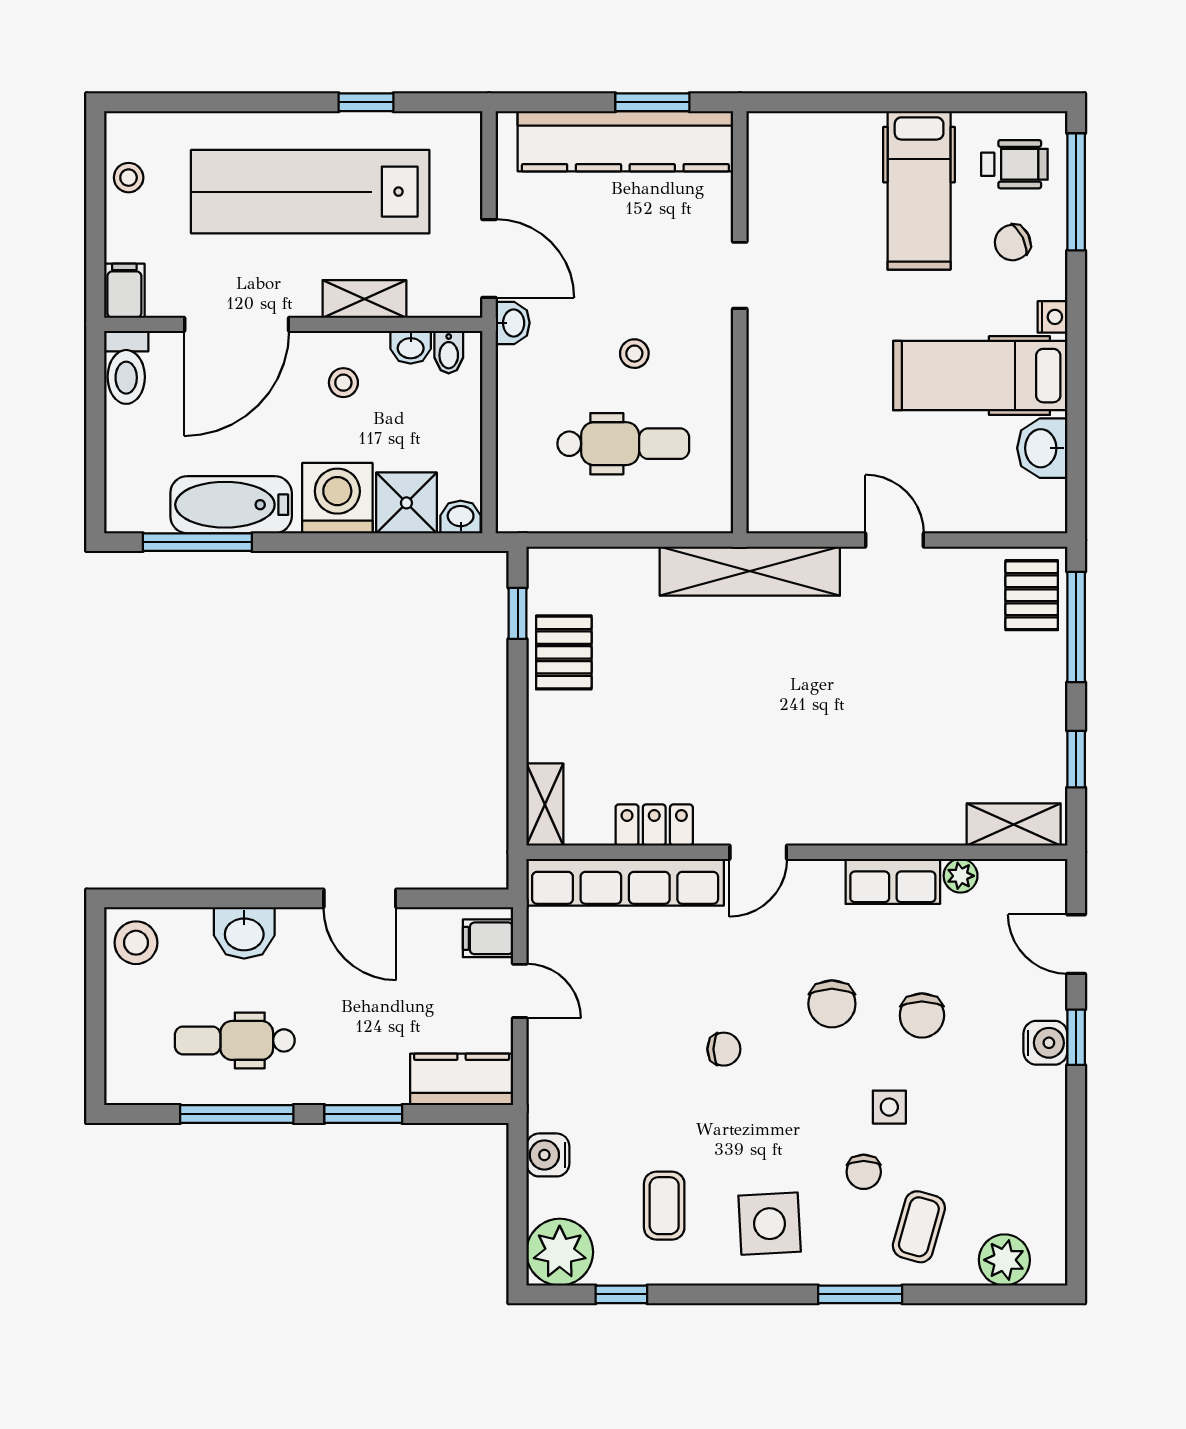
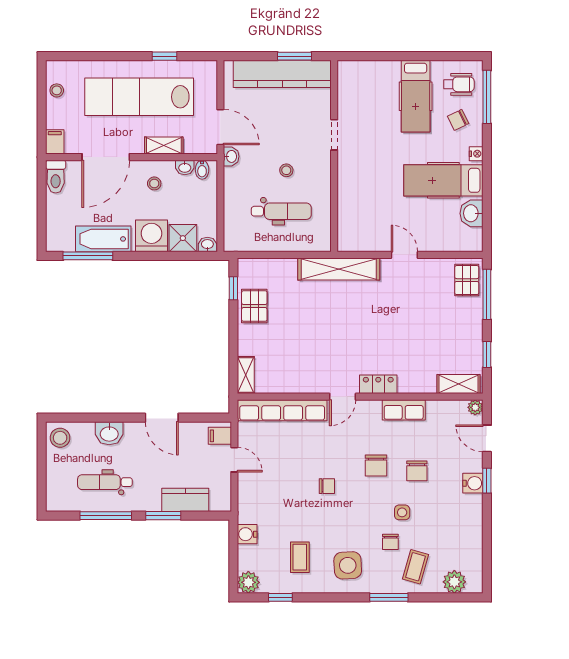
locker: (654, 825) -> (378, 384), moved
plant: (961, 876) -> (475, 407), moved
kitchen counter: (462, 1079) -> (185, 500), moved
plant: (560, 1252) -> (248, 582), width x0.73, depth x0.73

